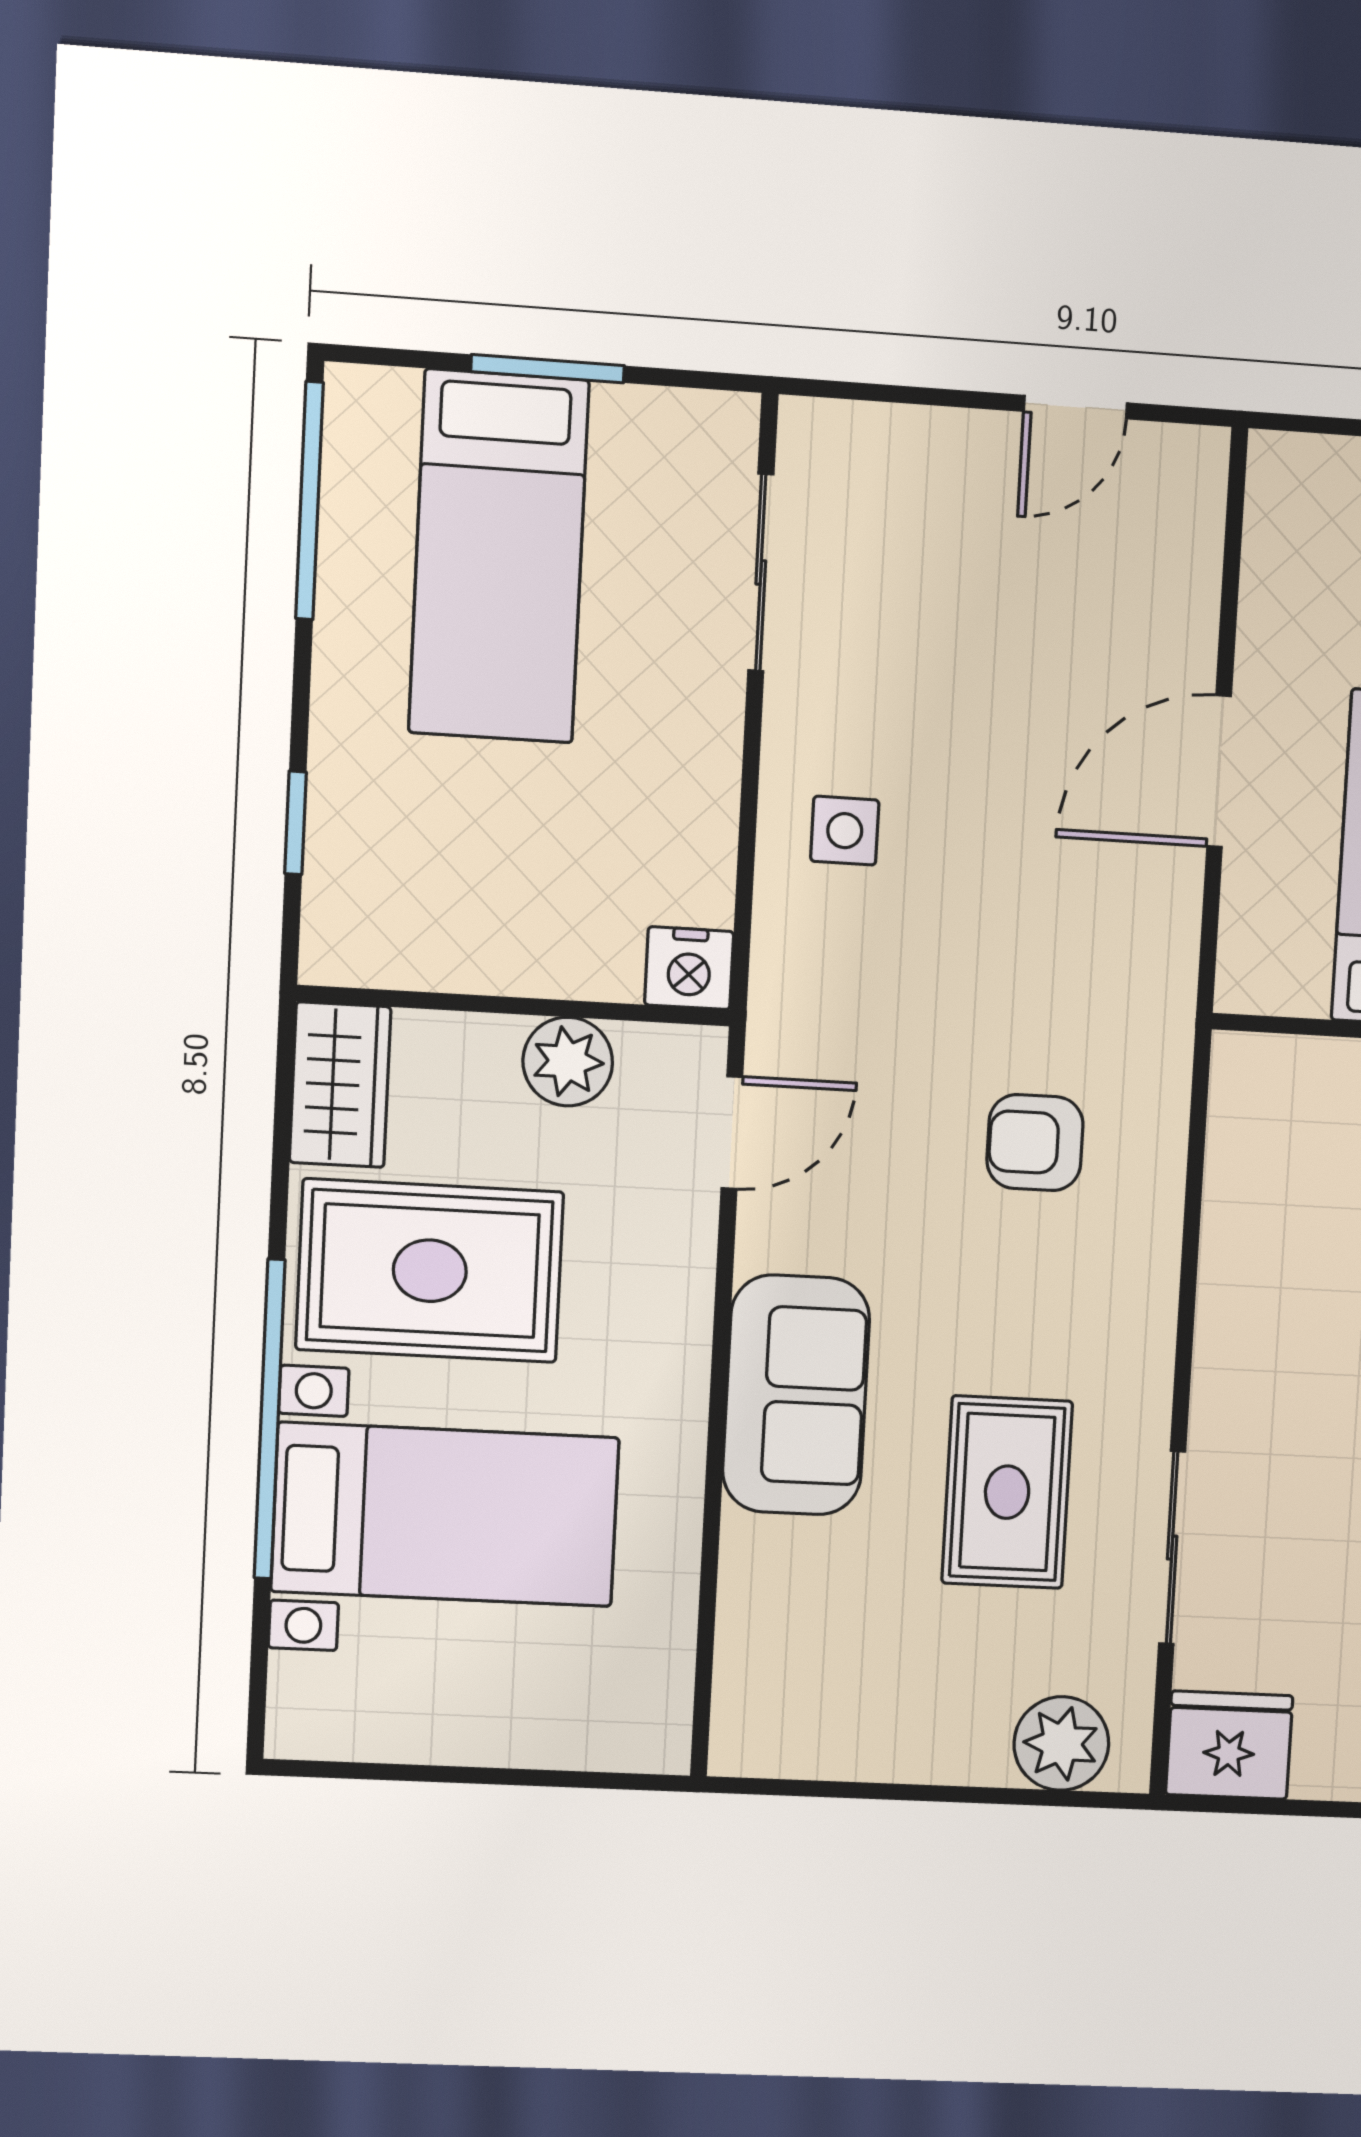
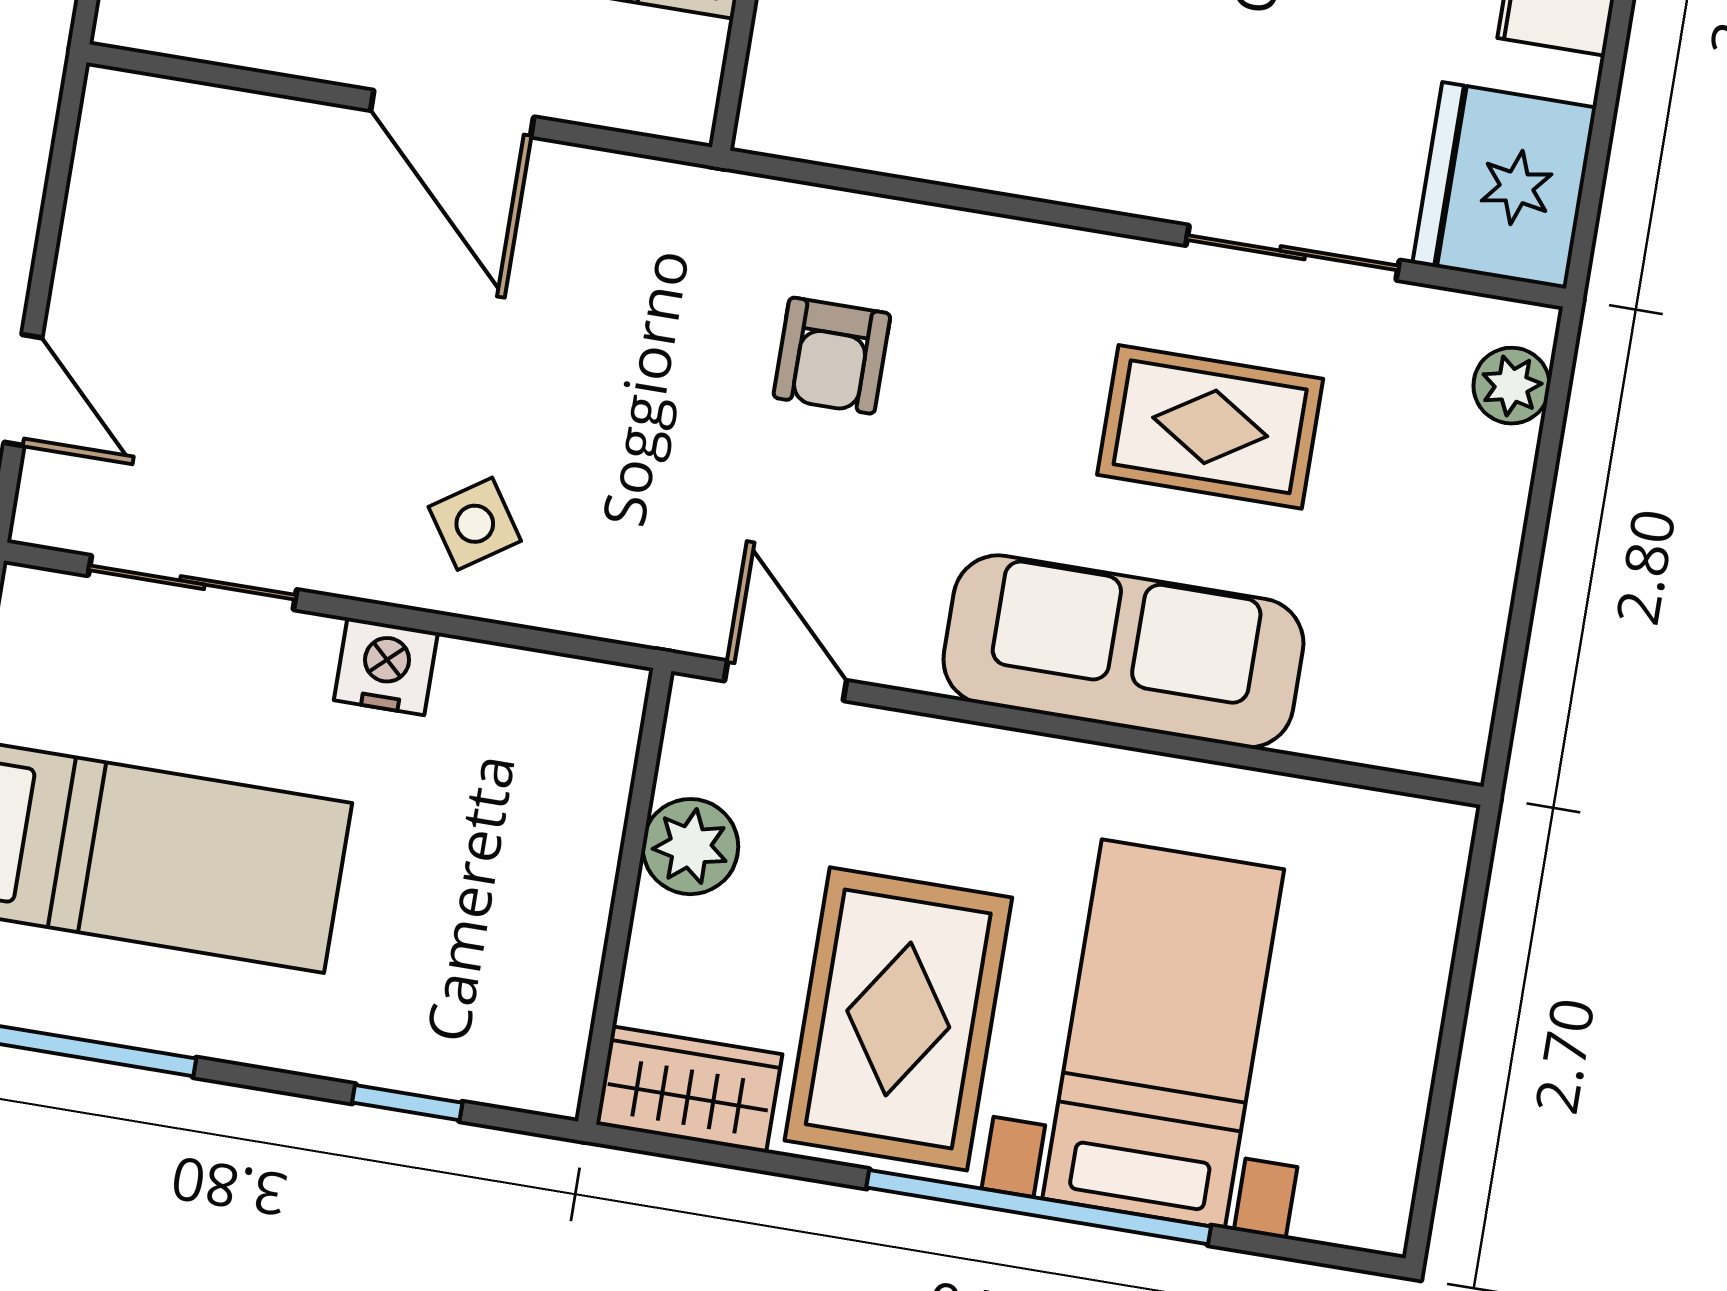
door: (1076, 407) -> (23, 390), moved
side table: (845, 831) -> (475, 524), turned -34
nightstand: (689, 968) -> (386, 666), moved, turned -90
sofa: (796, 1395) -> (1123, 651), width x1.36
plant: (1061, 1744) -> (1512, 386), width x0.73, depth x0.73
fridge: (1229, 1745) -> (1504, 185), width x1.36, depth x1.34

